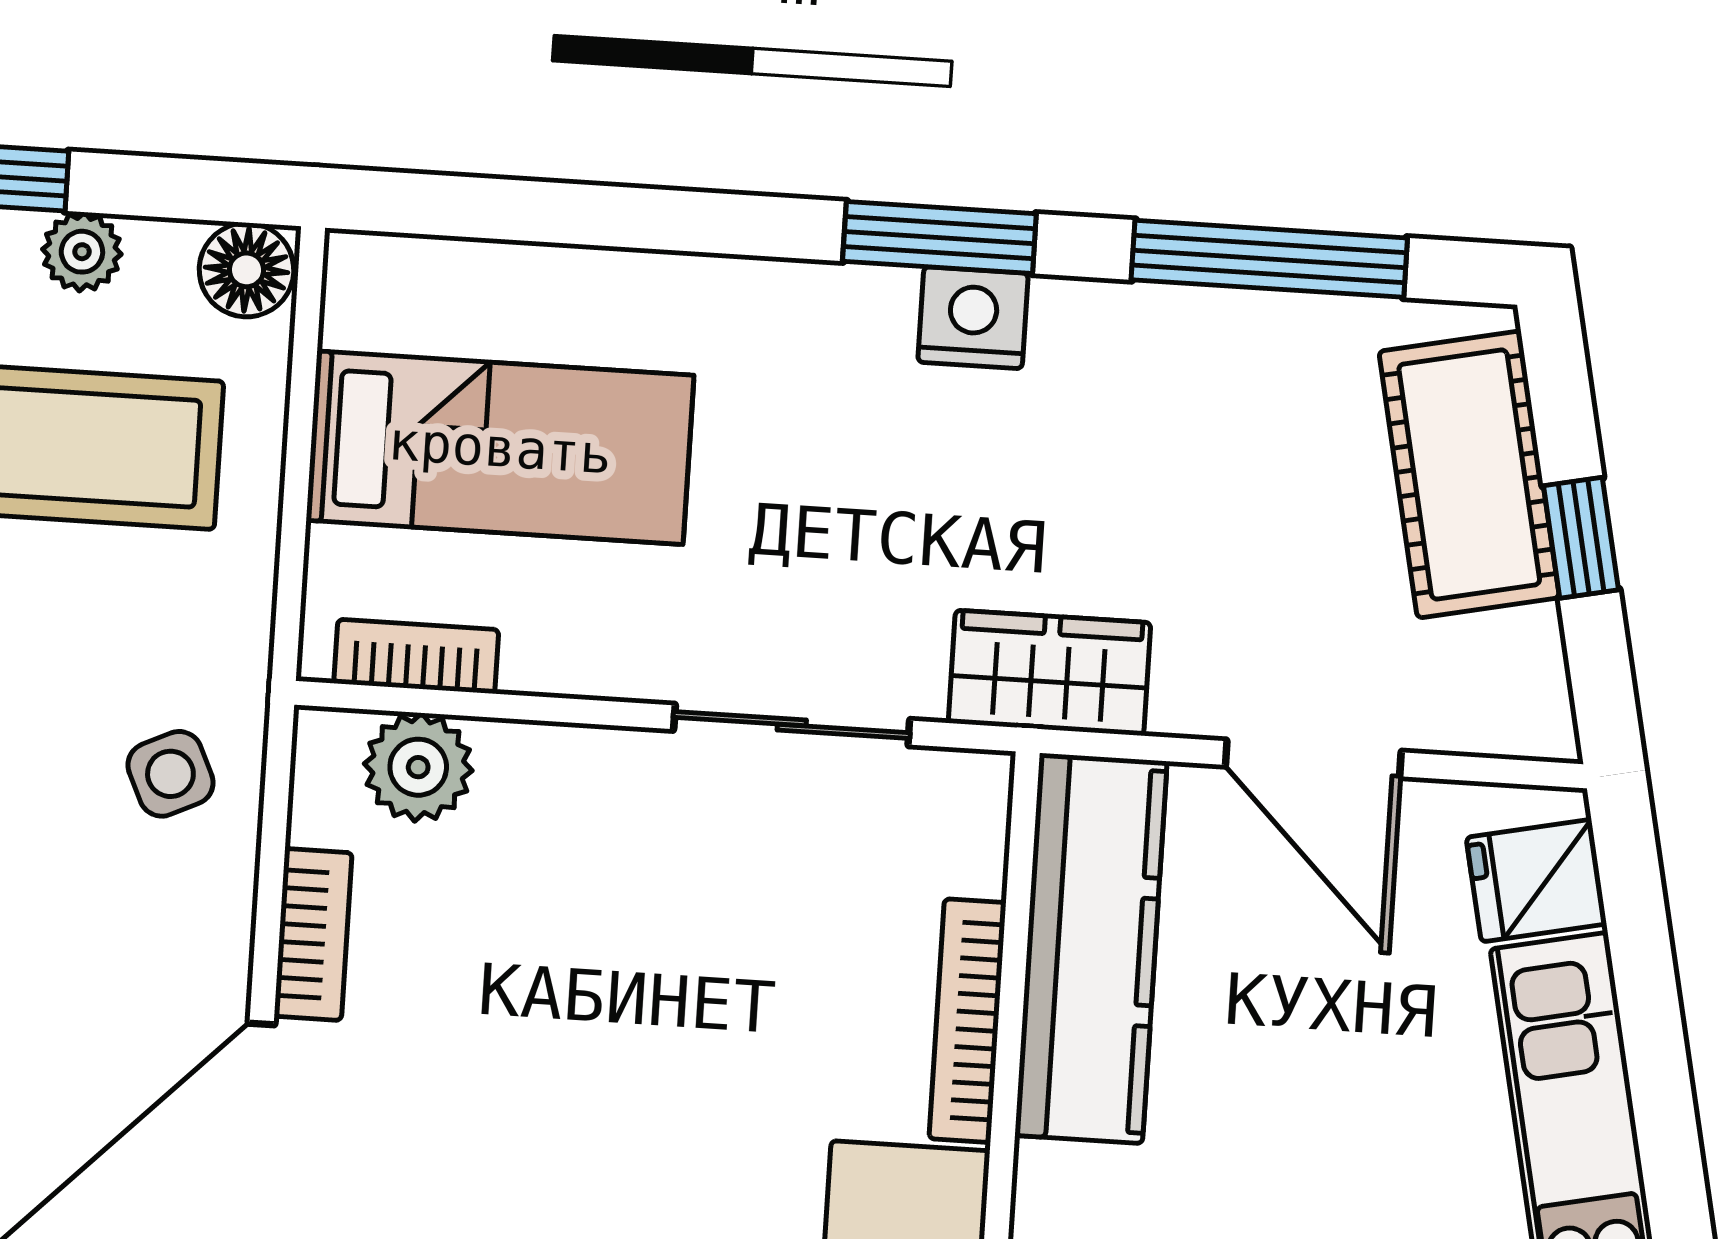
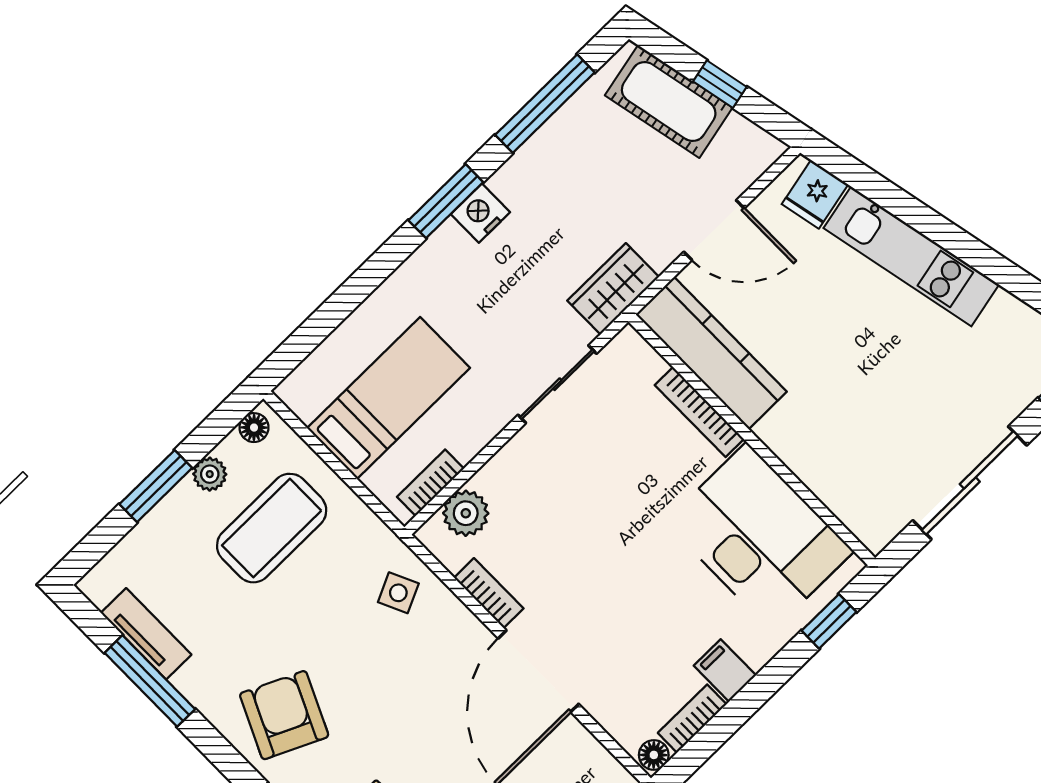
floor lamp: (246, 270) -> (254, 428), width x0.73, depth x0.73

